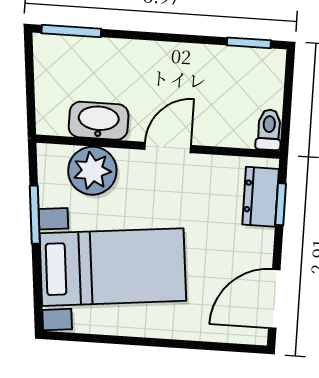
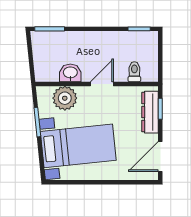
washbasin: (99, 121) -> (70, 73), width x0.72
toilet: (269, 130) -> (134, 72), moved
dresser: (261, 197) -> (150, 112), width x1.44

